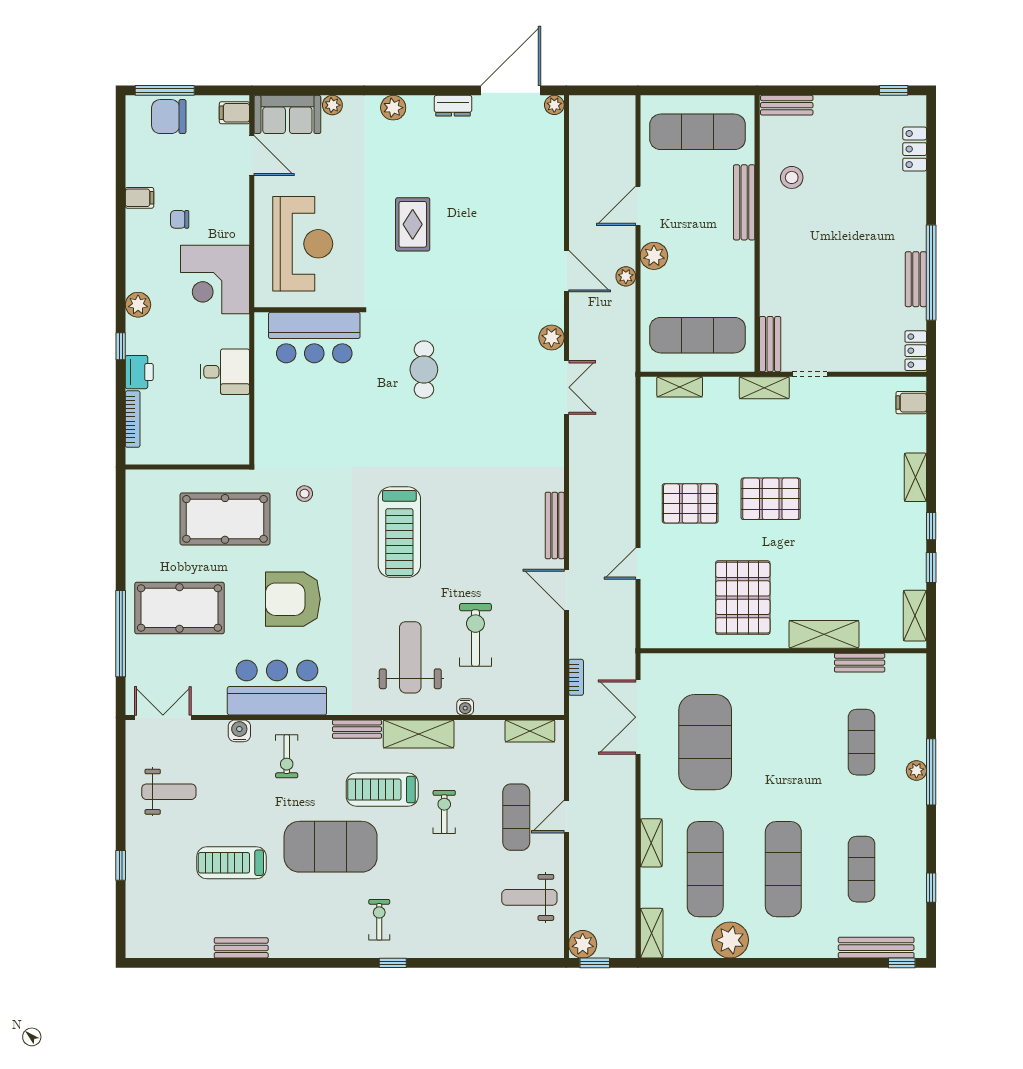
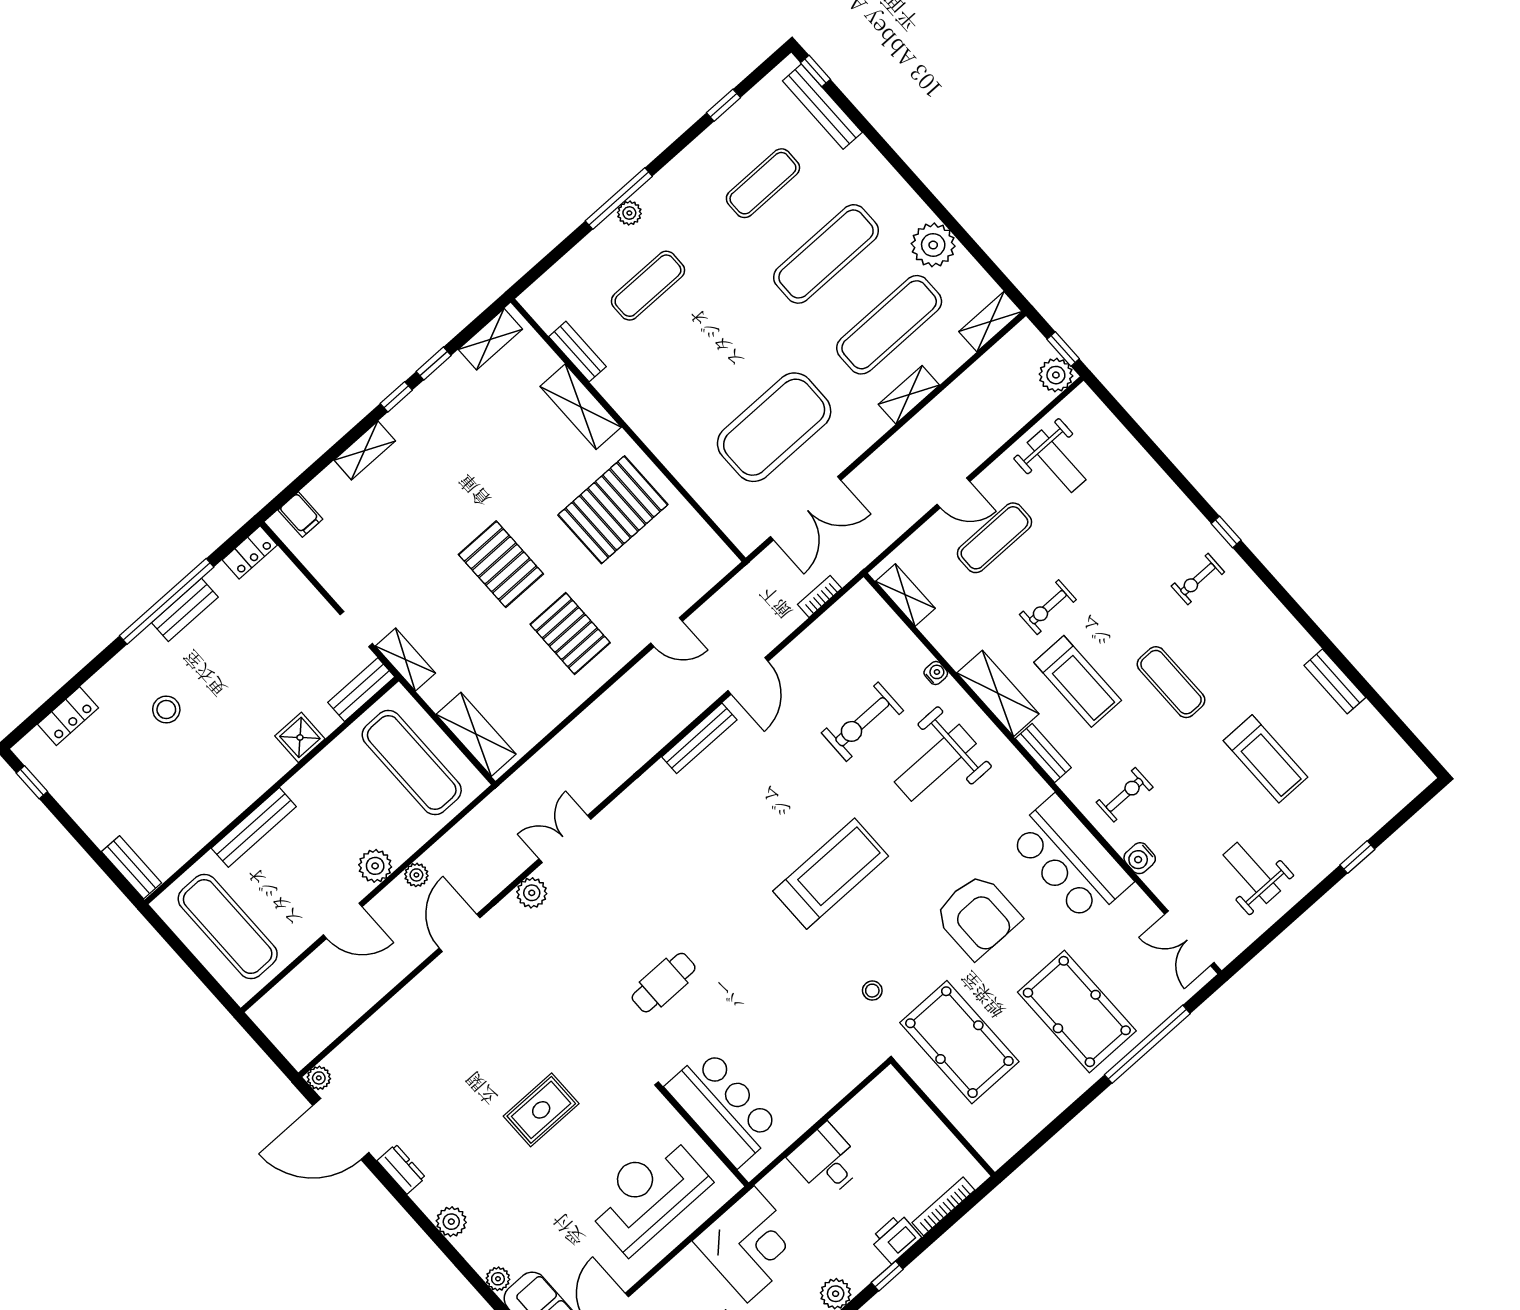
stool: (792, 177) -> (166, 709), moved
shower: (774, 280) -> (300, 737), added
shelving: (680, 387) -> (476, 734), width x1.50, depth x1.33
exercise mat: (331, 847) -> (1171, 682), width x0.50, depth x0.69

